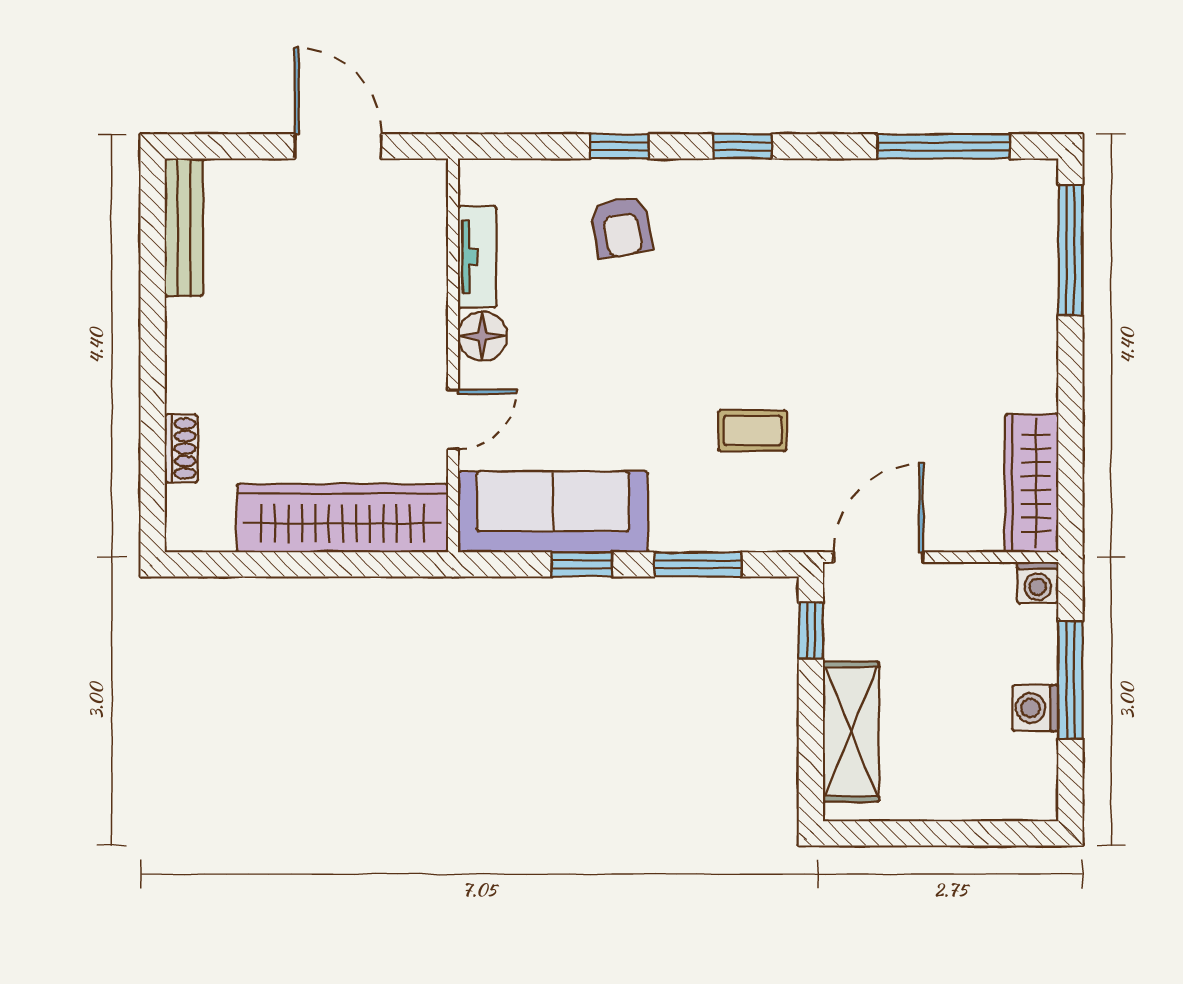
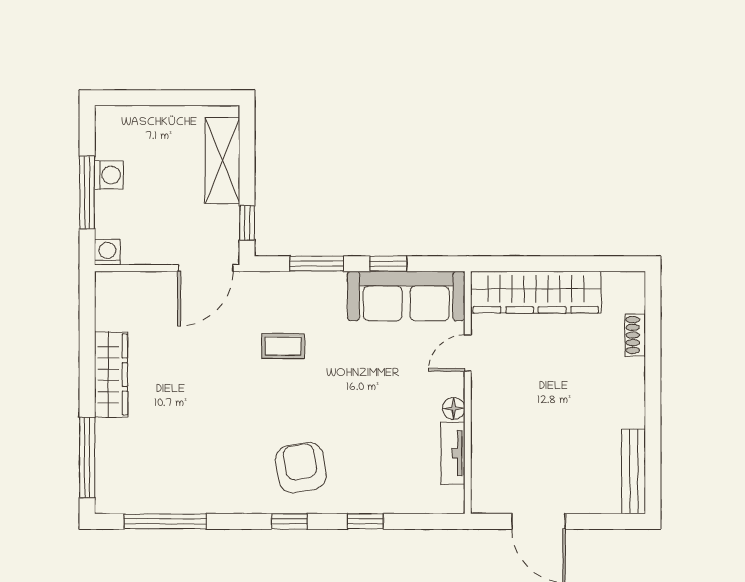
armchair: (621, 227) -> (301, 468), moved, width x1.38, depth x1.38
floor lamp: (482, 336) -> (454, 408), width x0.73, depth x0.73
wardrobe: (1032, 483) -> (111, 375), moved

